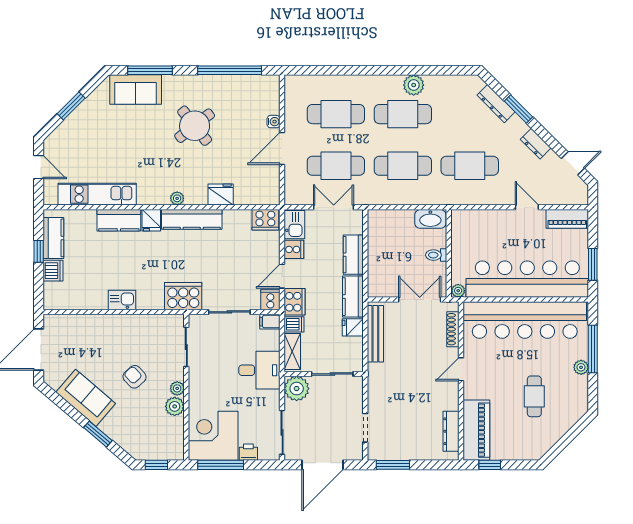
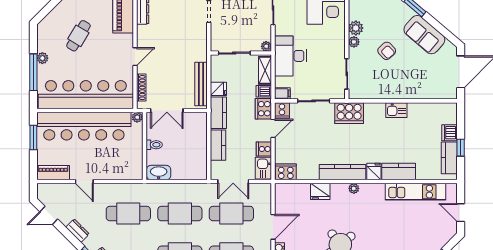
desk: (259, 370) -> (290, 56), width x1.37
plant: (297, 389) -> (266, 46), width x0.53, depth x0.53
cafe table: (534, 396) -> (78, 36), turned 31

